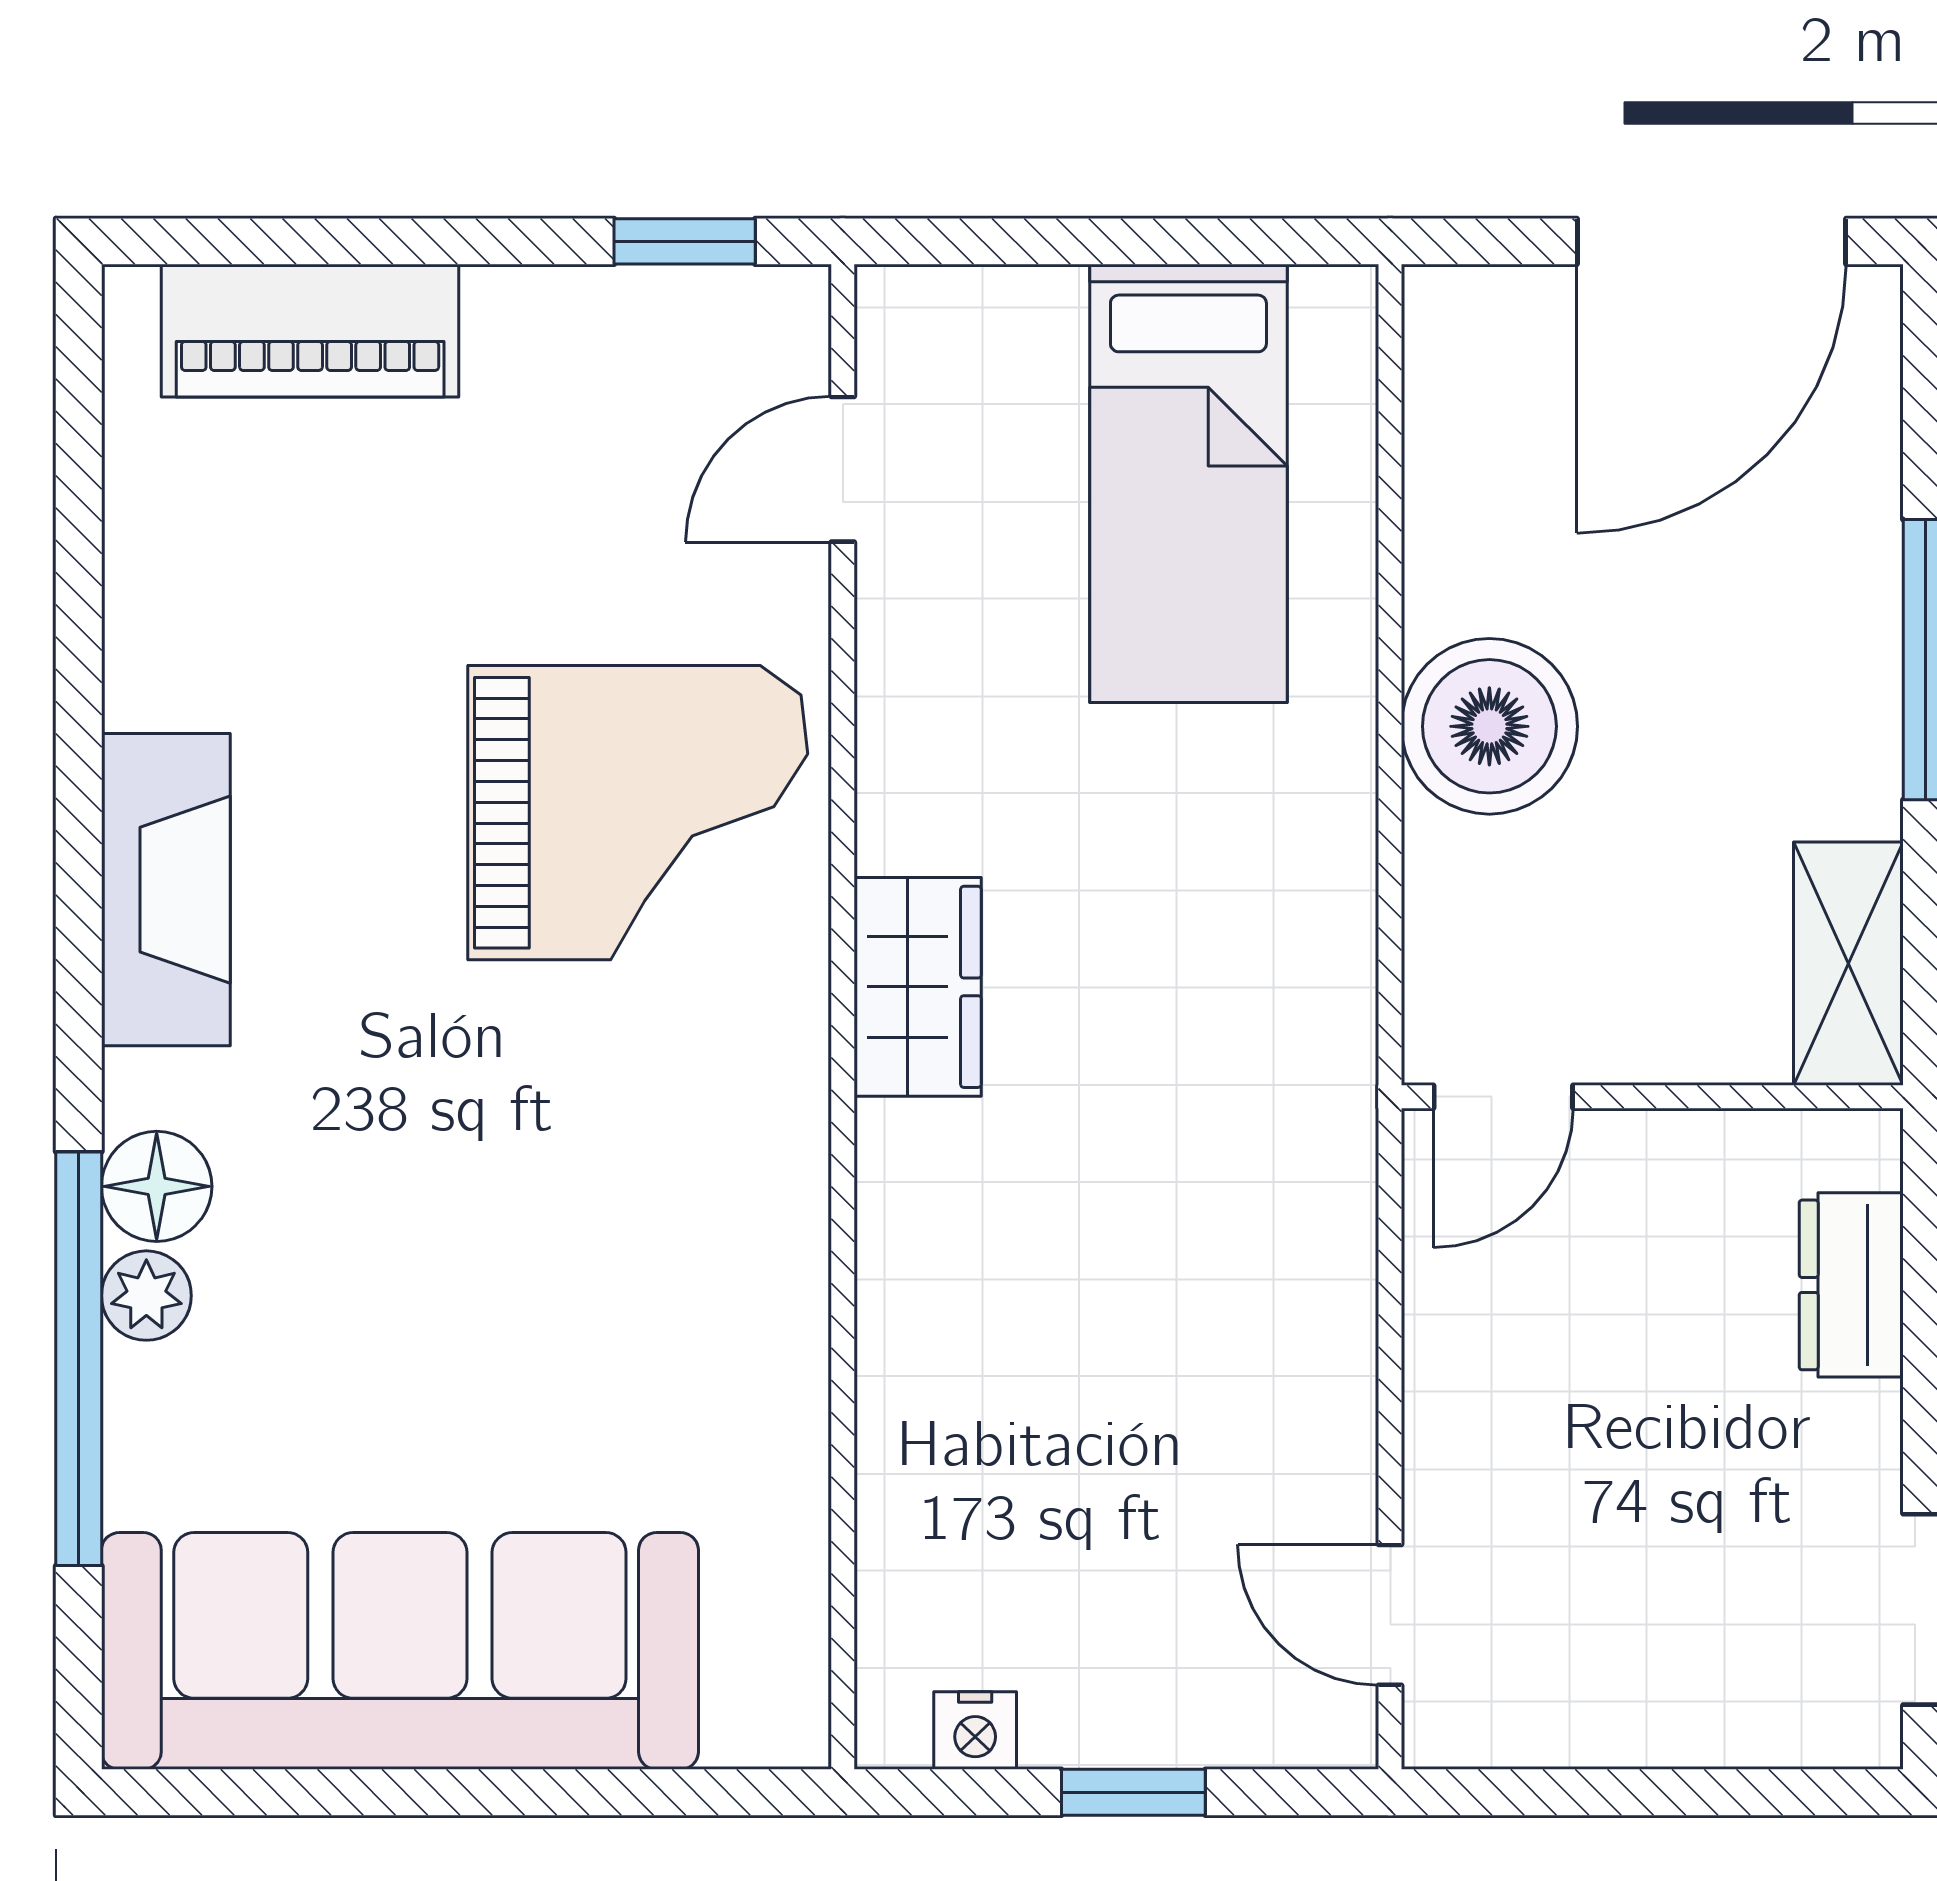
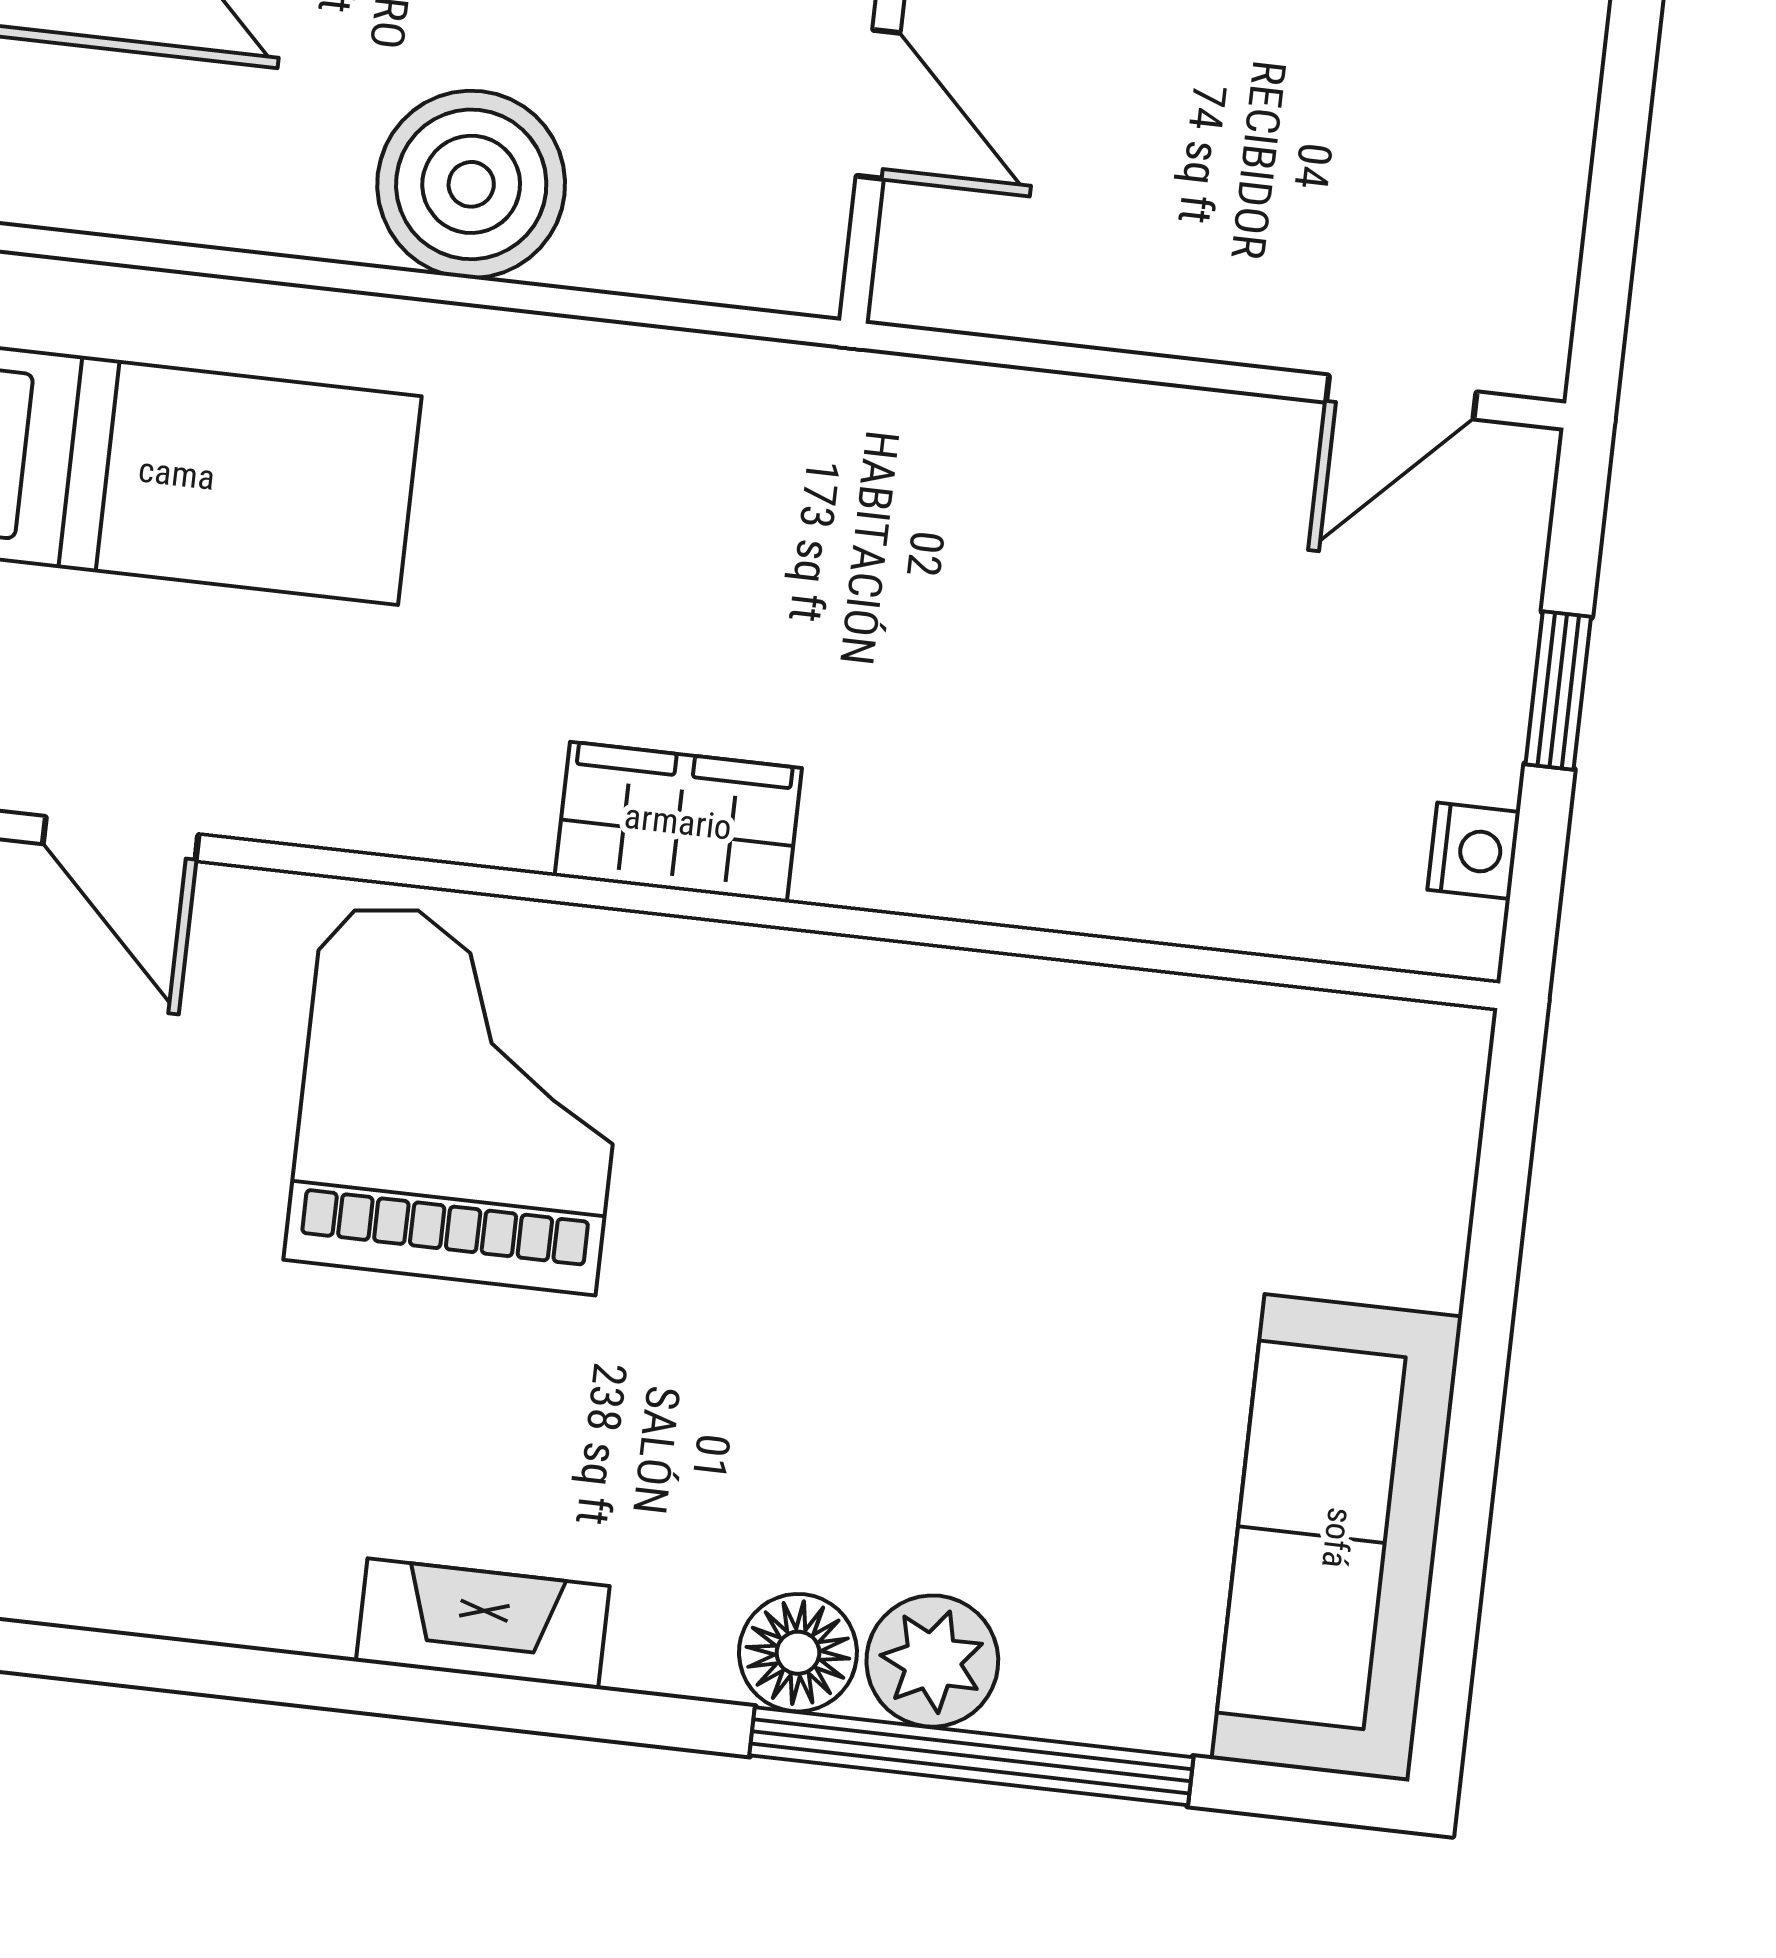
fireplace: (166, 890) -> (483, 1624), width x0.73, depth x0.76
door: (1503, 1097) -> (878, 104), moved
plant: (146, 1296) -> (932, 1661), width x1.38, depth x1.38
sofa: (400, 1651) -> (1337, 1538), width x0.74, depth x0.79

